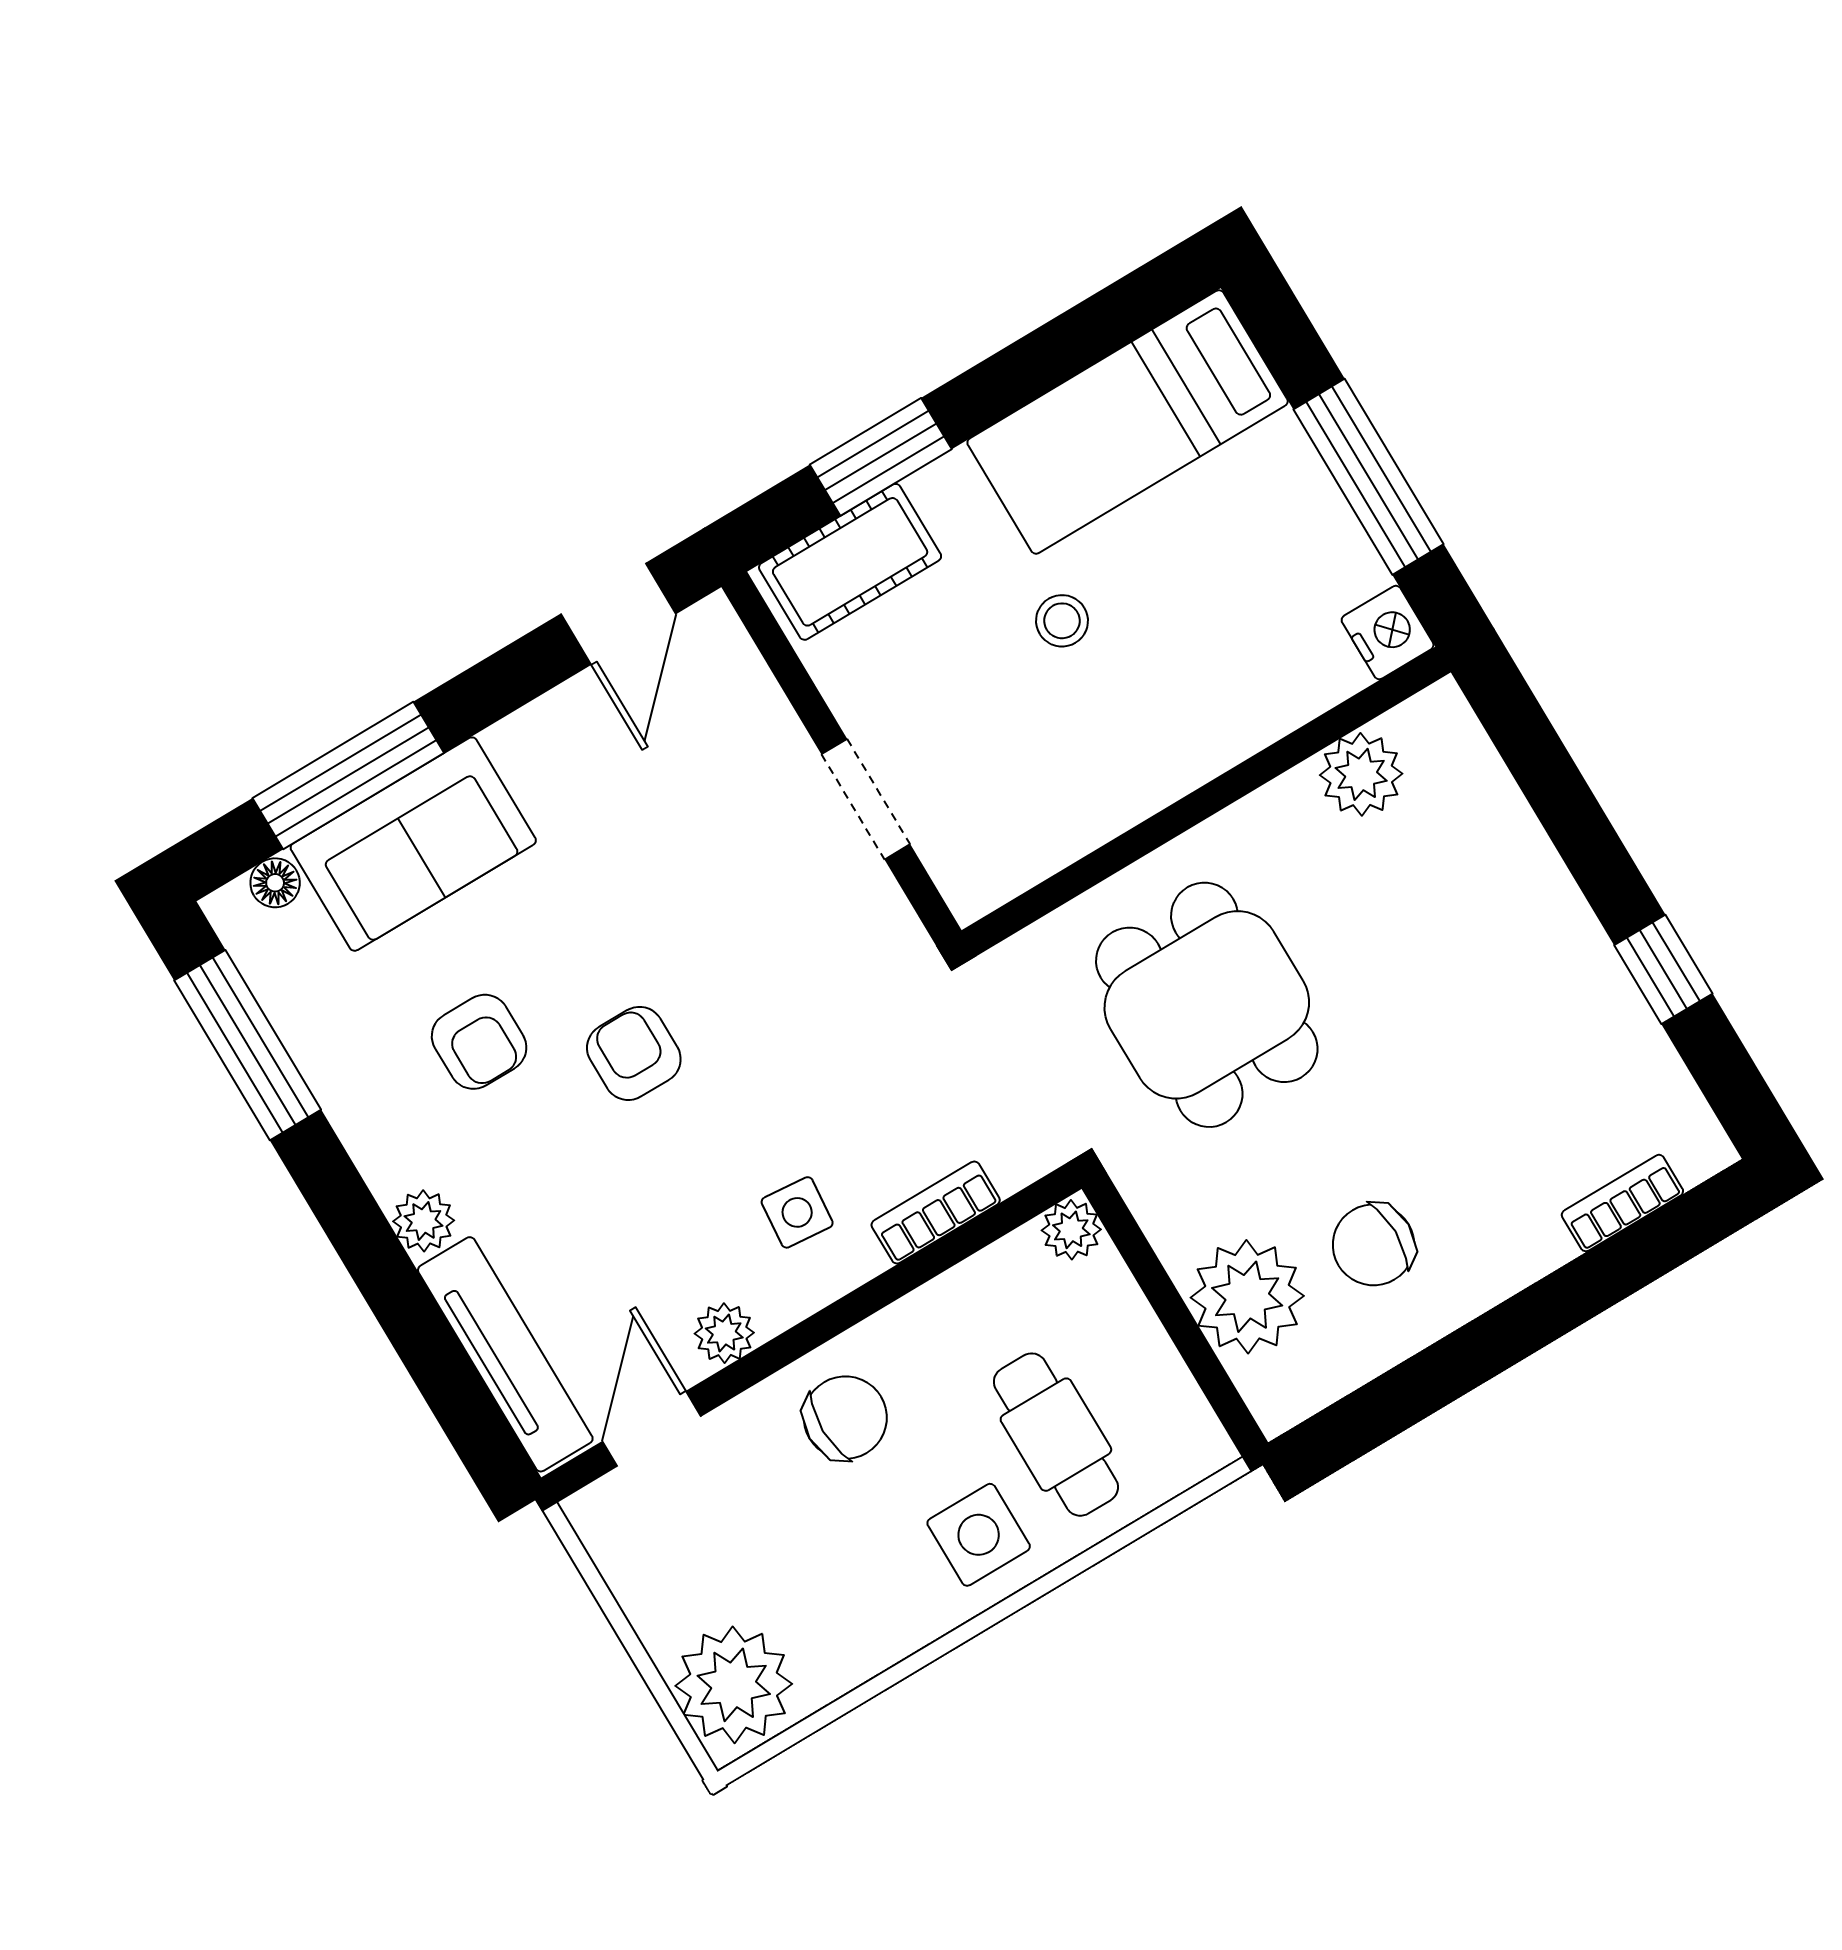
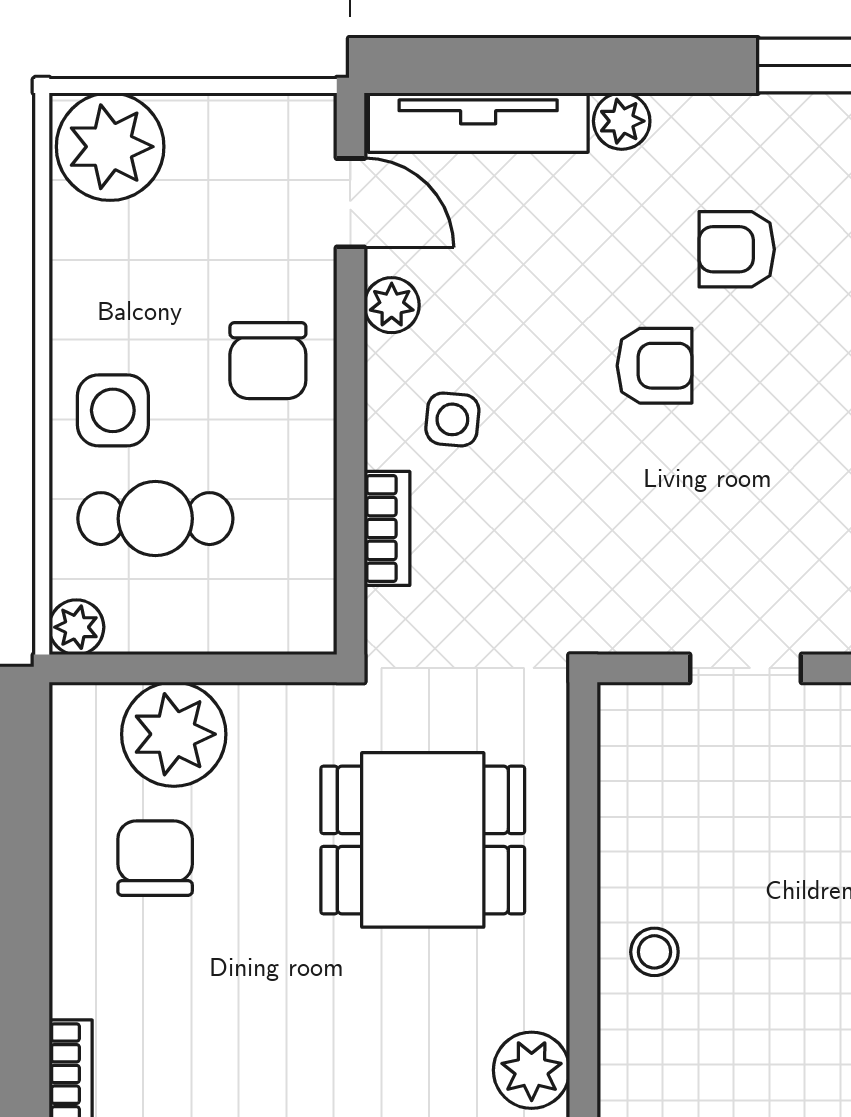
stool: (1062, 621) -> (654, 952), moved
plant: (1071, 1230) -> (76, 627), moved

